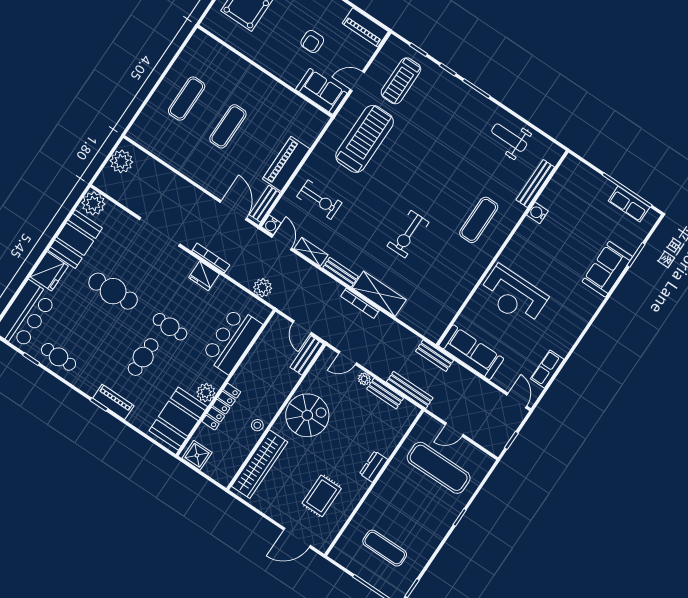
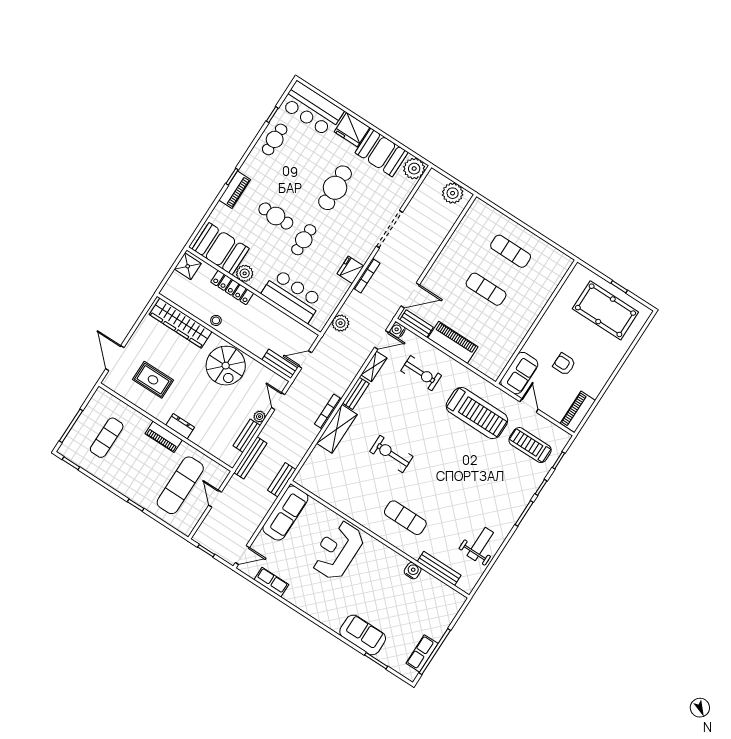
exercise bike: (319, 200) -> (421, 373), turned -90
piano: (385, 485) -> (164, 437), added

